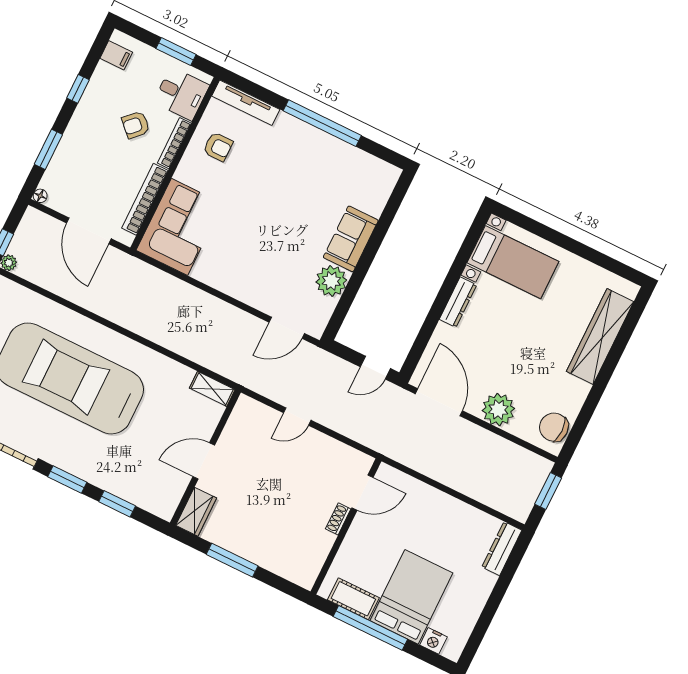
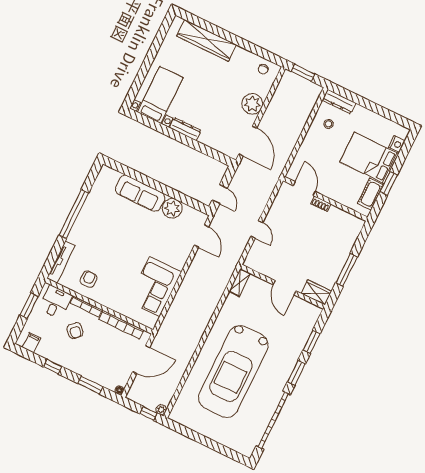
corner sofa: (179, 227) -> (155, 287), moved, turned -90
sofa: (351, 239) -> (140, 193), width x1.36
door: (375, 368) -> (220, 194), moved
door: (439, 402) -> (248, 141), swing flipped
chair: (554, 427) -> (263, 69), width x0.54, depth x0.54
stool: (466, 532) -> (329, 124), added
window: (370, 628) -> (389, 184), width x0.47

